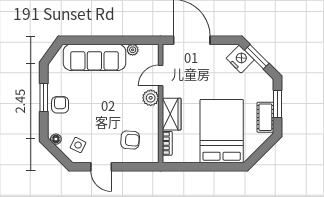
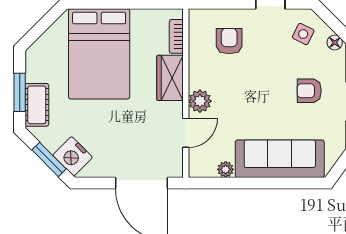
armchair: (60, 105) -> (309, 91), moved, turned 90
cot: (265, 117) -> (37, 105), moved
armchair: (130, 140) -> (229, 41), turned 86

